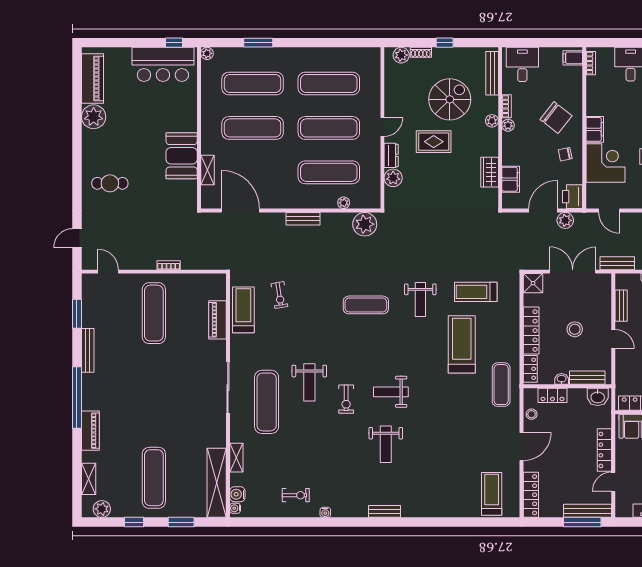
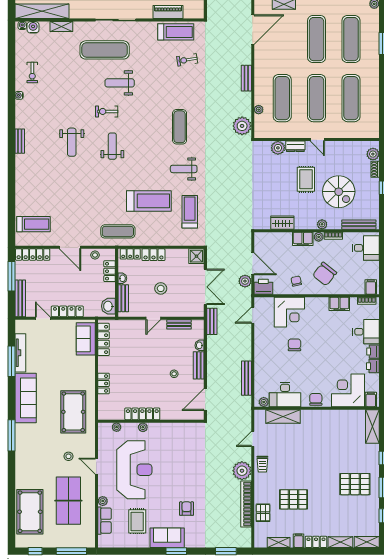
filing cabinet: (595, 129) -> (339, 304), moved
filing cabinet: (511, 179) -> (303, 239), moved
locker: (531, 331) -> (153, 255), width x0.66
weight bench: (386, 444) -> (72, 142), turned -90
window: (582, 522) -> (12, 276), moved

